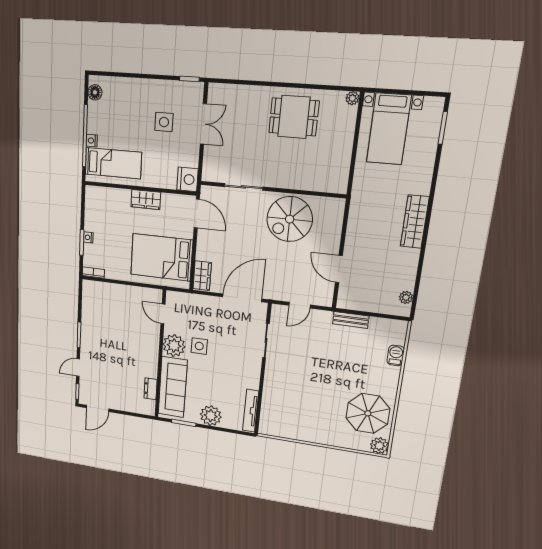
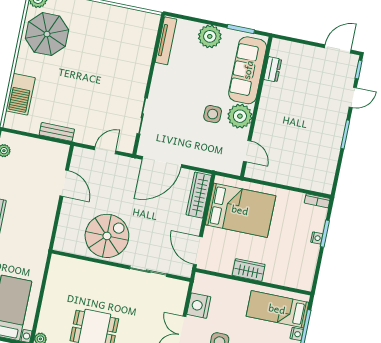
nightstand: (187, 179) -> (199, 306), moved
wardrobe: (202, 276) -> (199, 195), width x1.50
barbecue: (396, 355) -> (20, 94), width x1.88, depth x1.53

